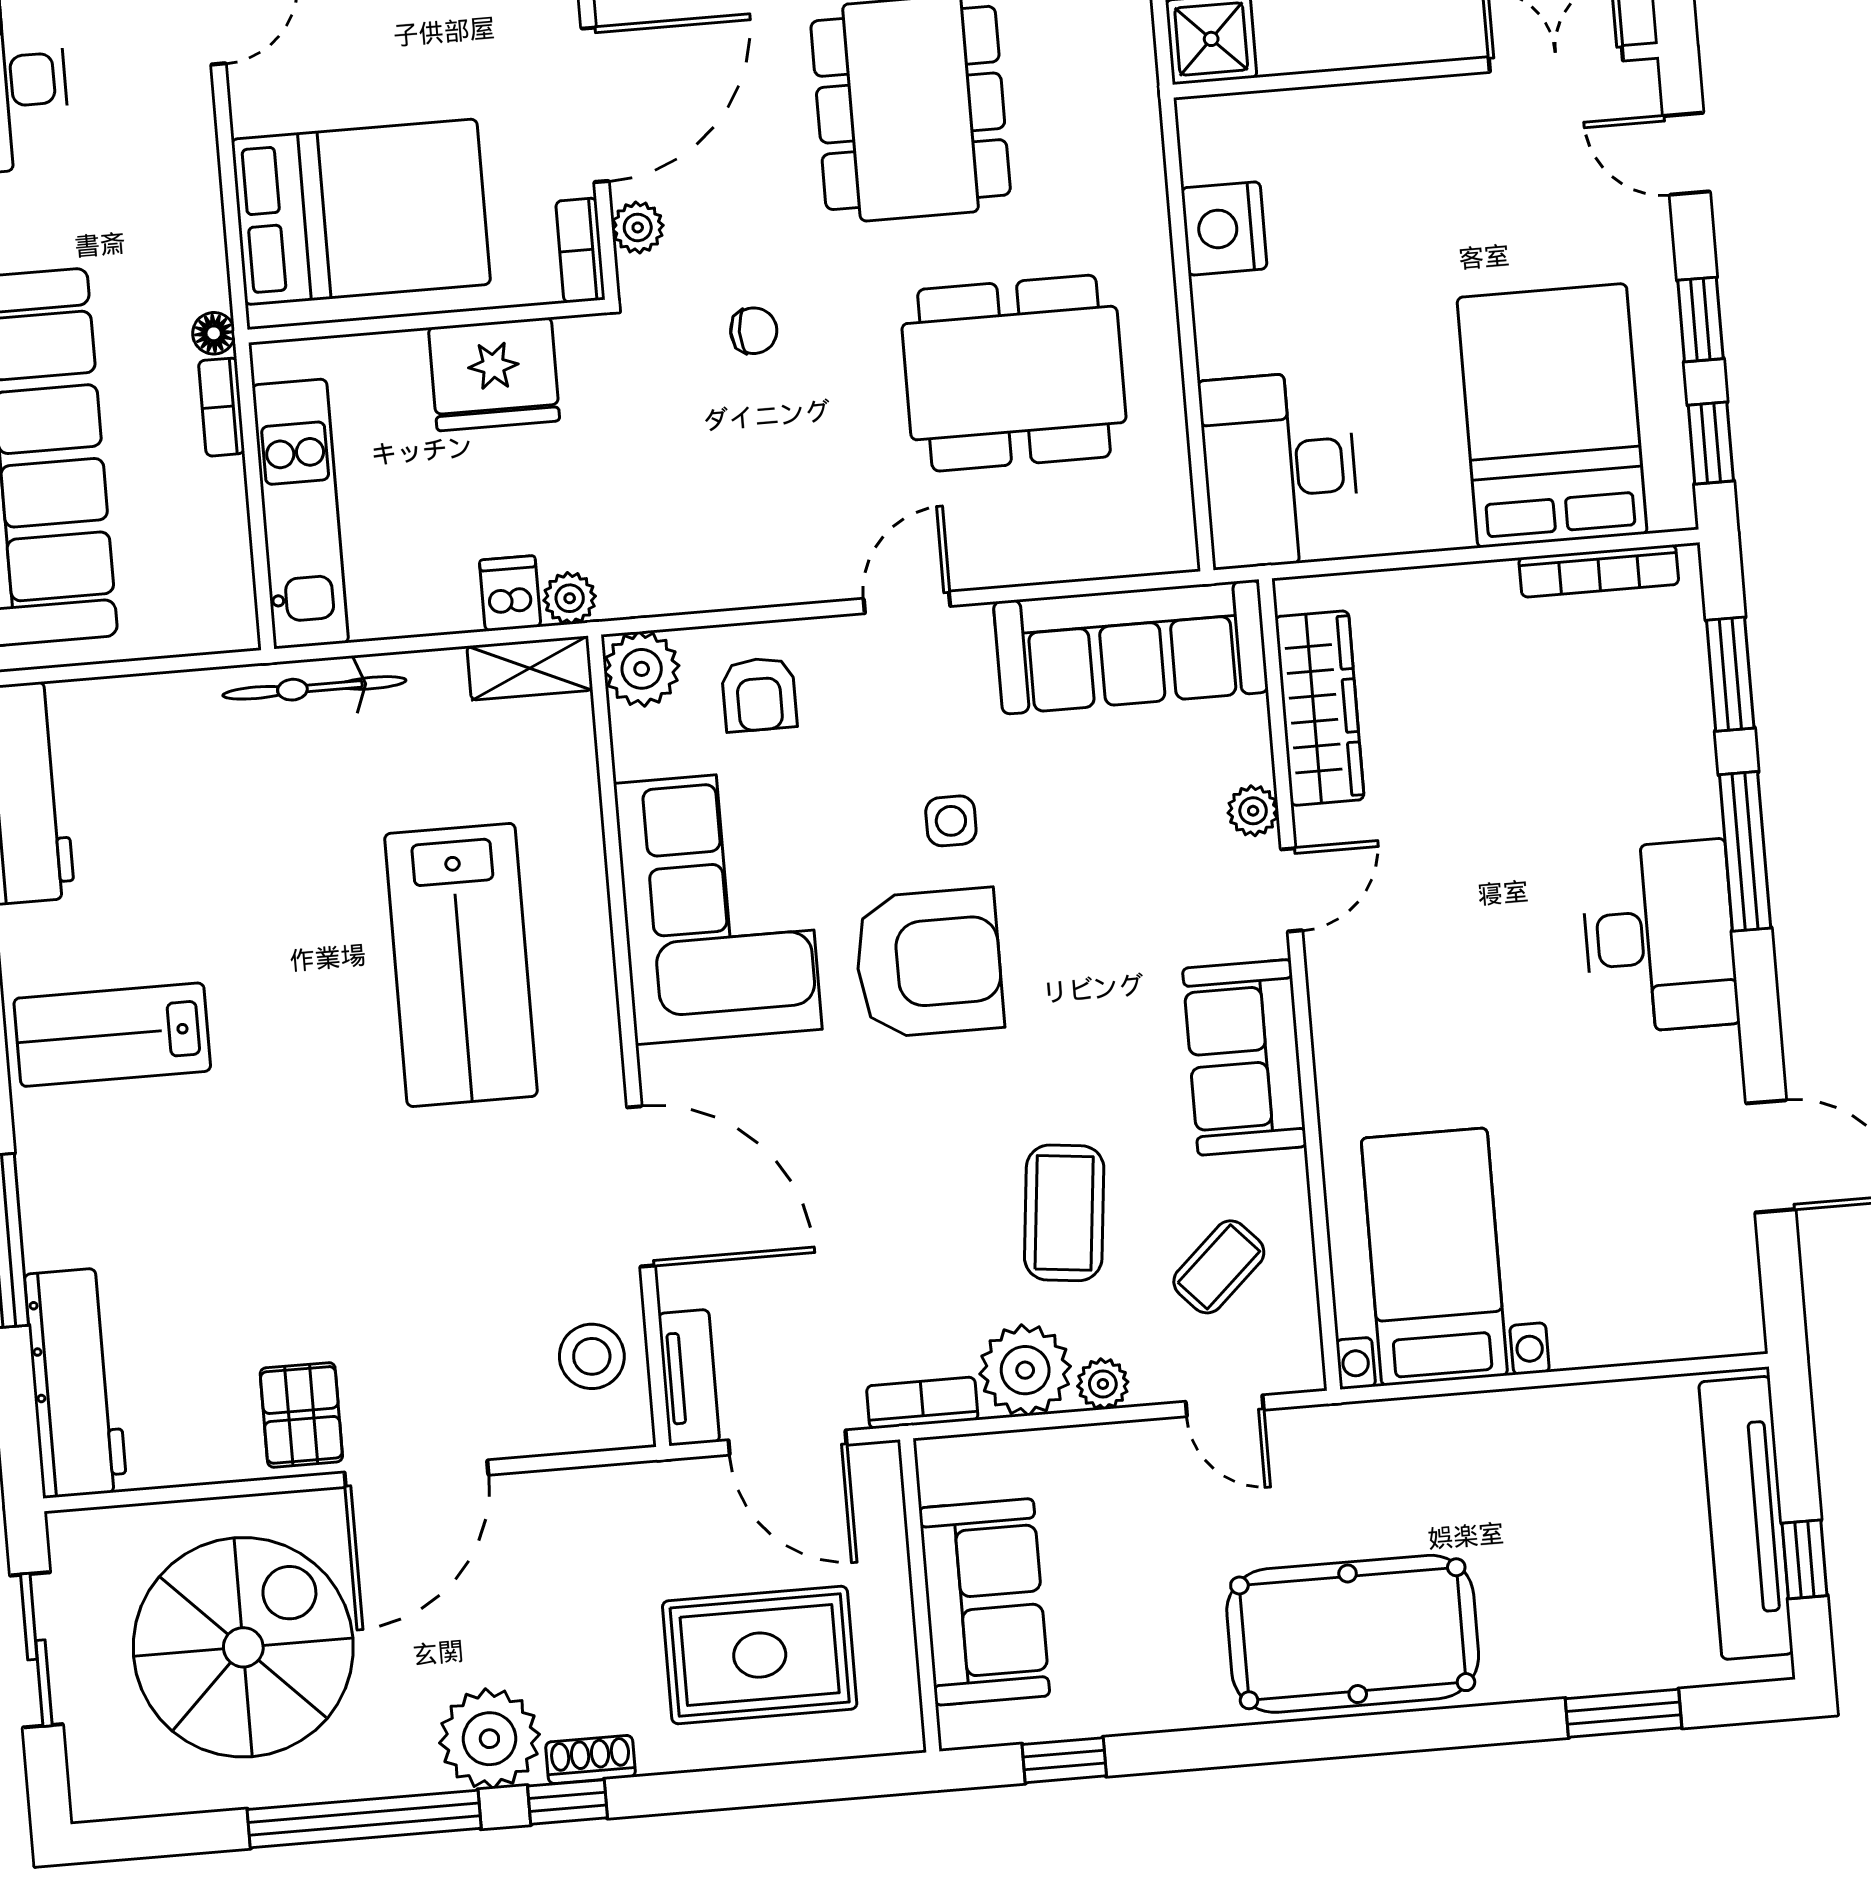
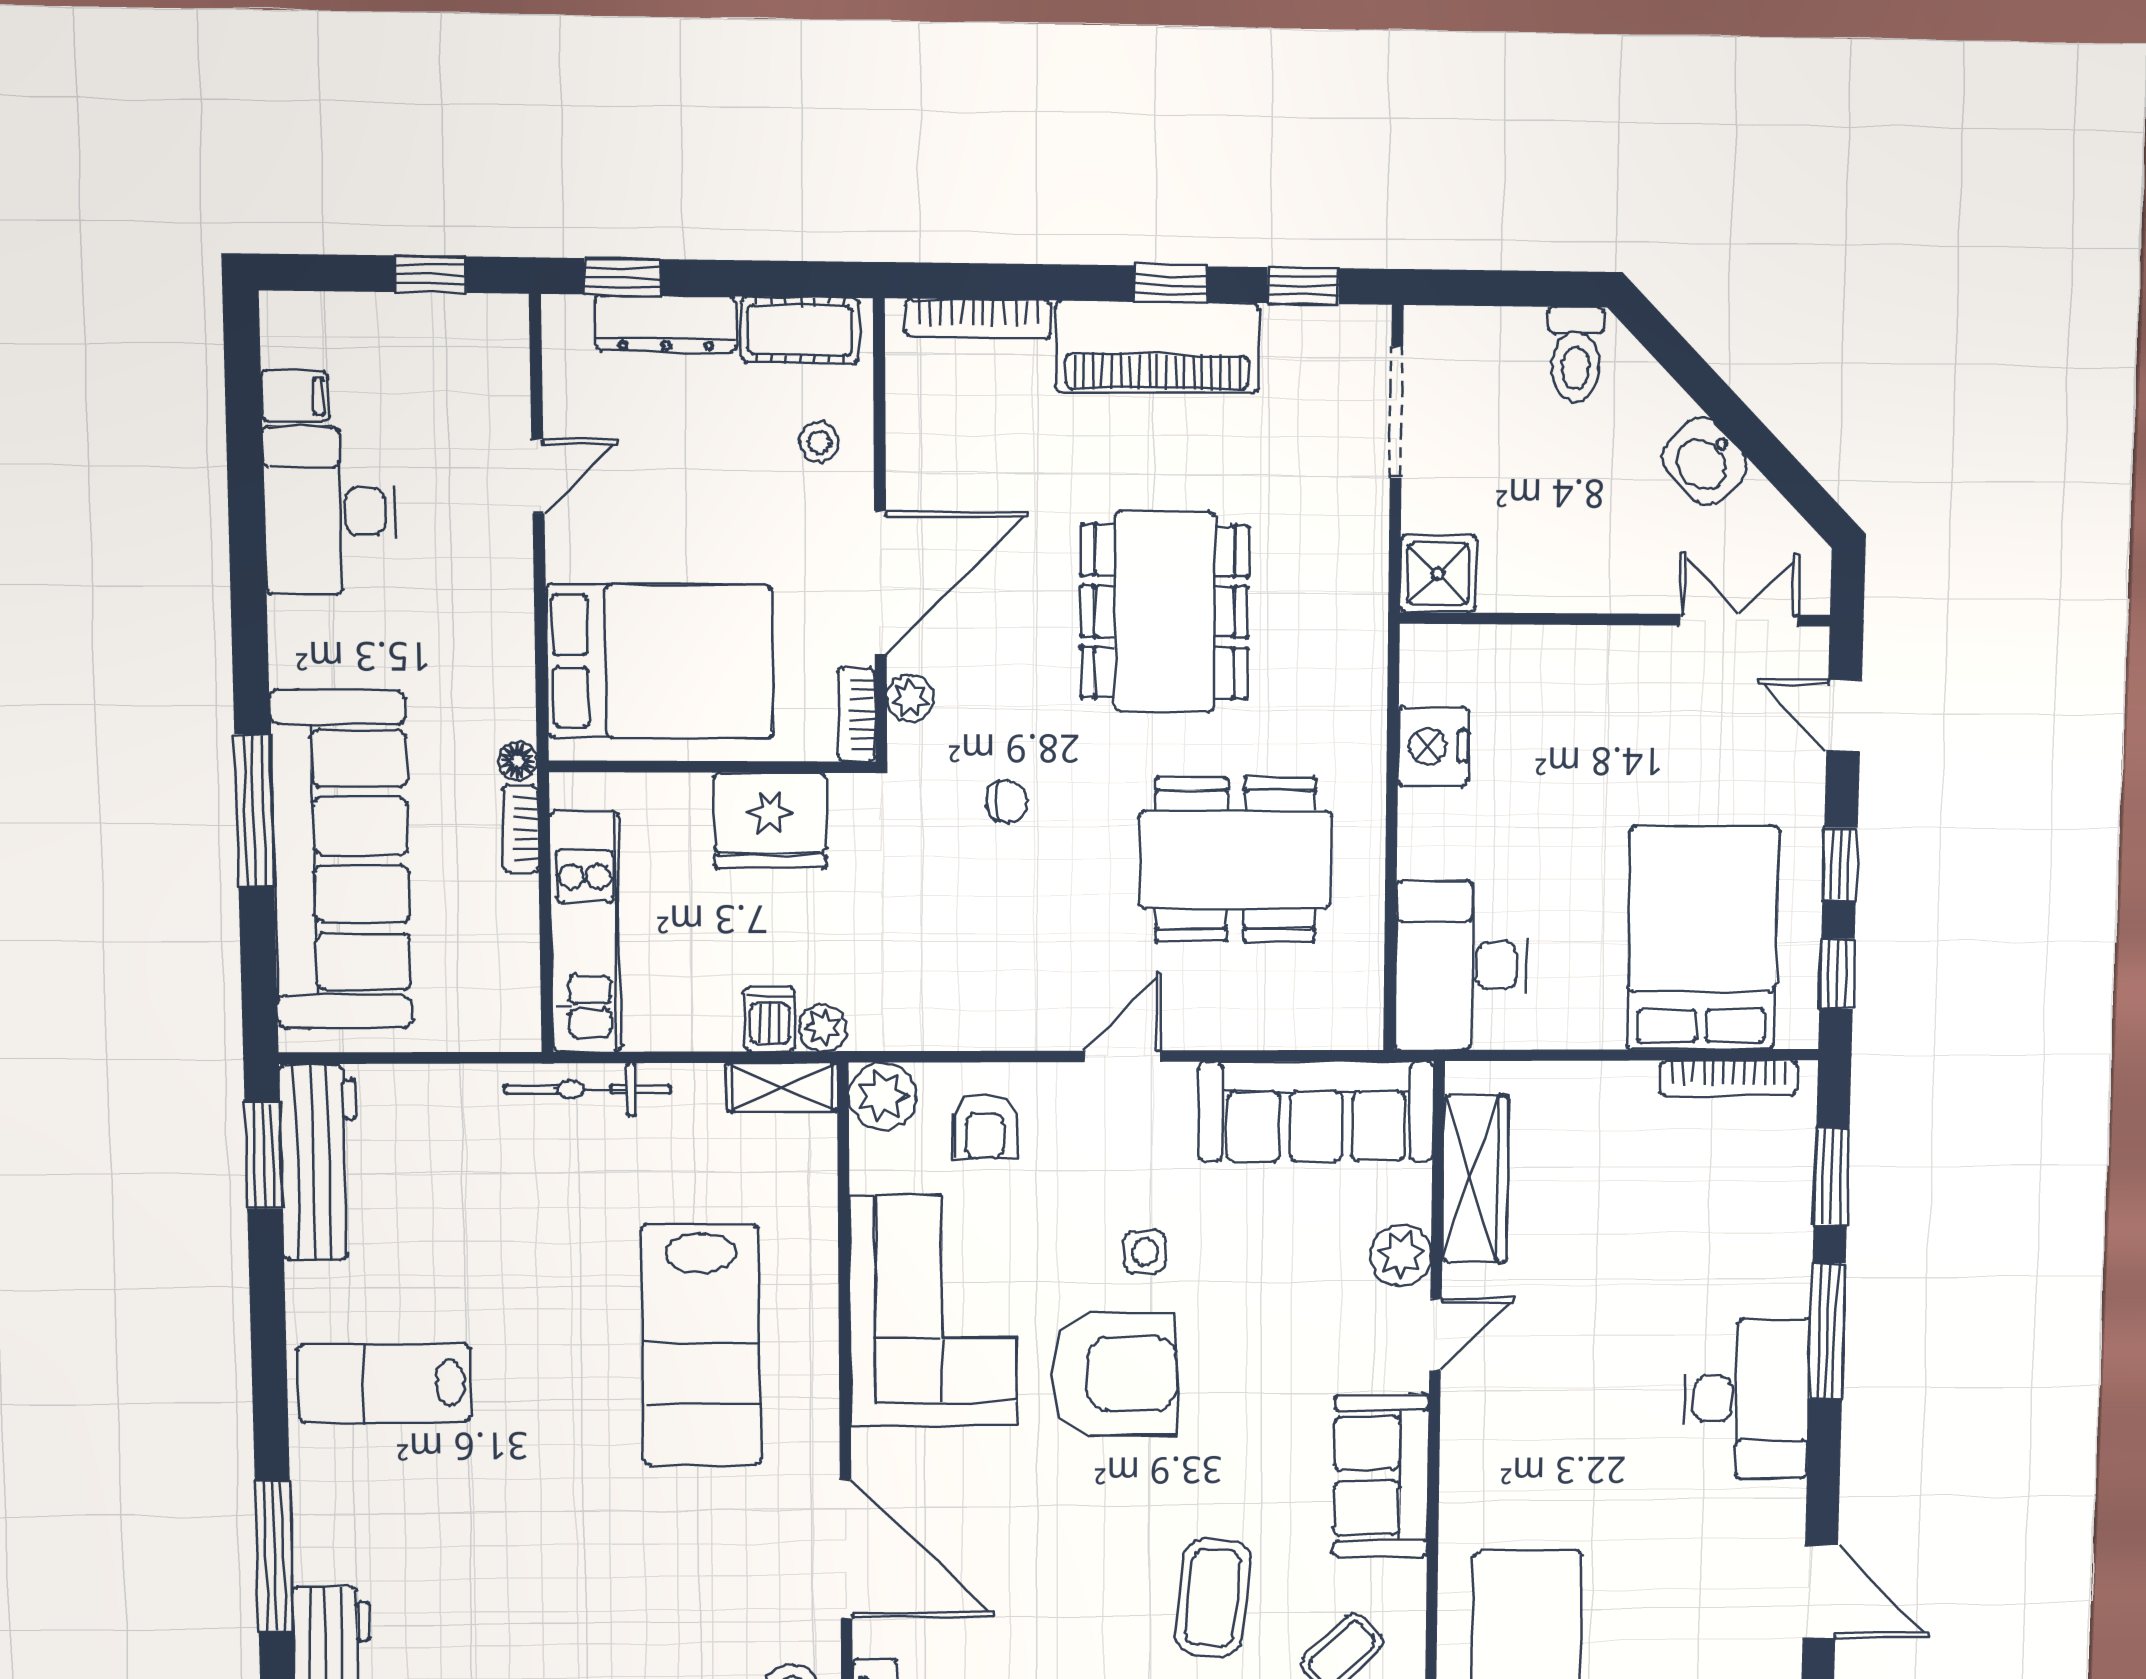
plant: (1253, 811) -> (1401, 1255), width x1.38, depth x1.38

